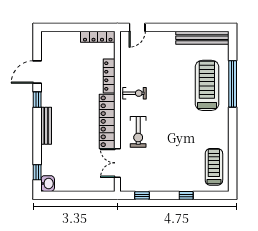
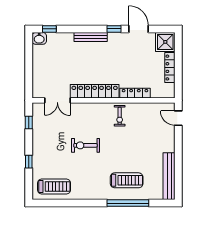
locker: (98, 37) -> (170, 68), moved
shower: (52, 42) -> (165, 42), added
treadmill: (207, 85) -> (127, 180), width x0.73, depth x0.73
exercise bike: (138, 132) -> (85, 145), moved
double door: (117, 163) -> (57, 100), swing flipped

